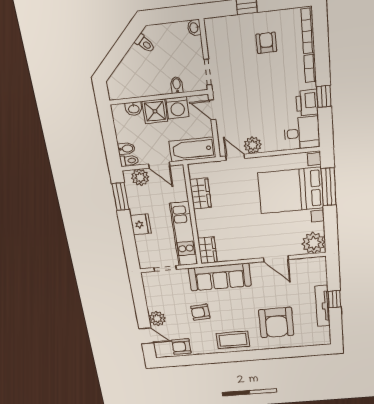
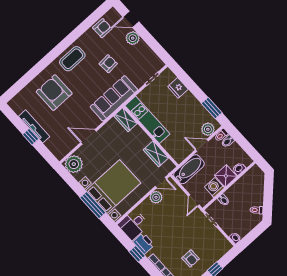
door: (212, 110) -> (194, 201), swing flipped
wardrobe: (200, 194) -> (156, 154), moved
wall: (193, 216) -> (151, 136), moved
fridge: (141, 224) -> (178, 88), moved
kitchen unit: (184, 234) -> (148, 120), moved
wardrobe: (207, 250) -> (125, 120), moved

